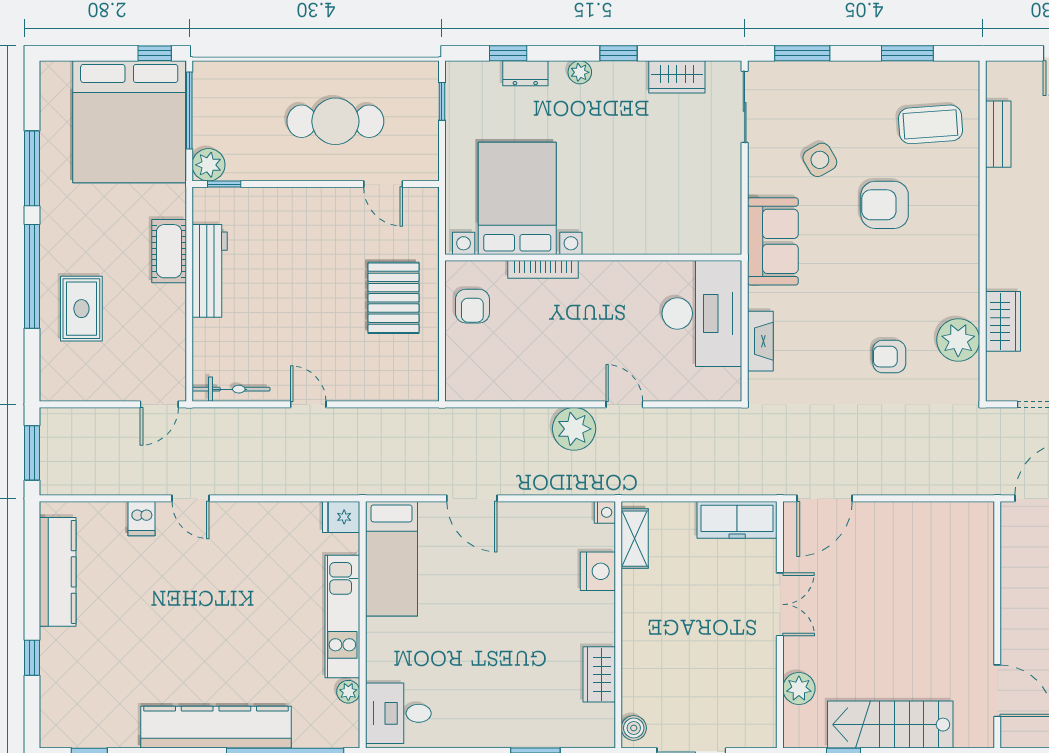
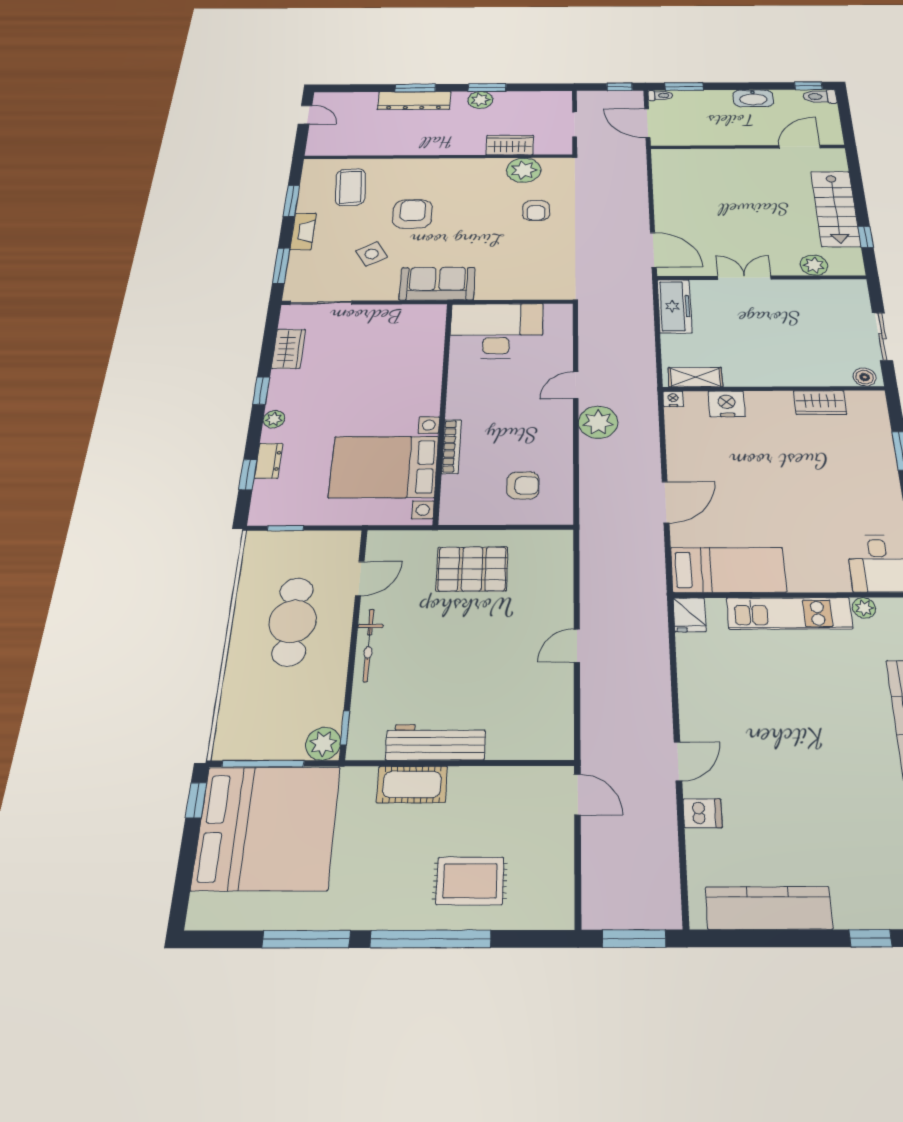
bench: (998, 134) -> (363, 148), removed
armchair: (885, 205) -> (413, 214), turned 180
armchair: (472, 306) -> (523, 485), moved
fireplace: (760, 341) -> (303, 231), moved, turned 90
bicycle: (231, 389) -> (369, 645), moved, turned 180

